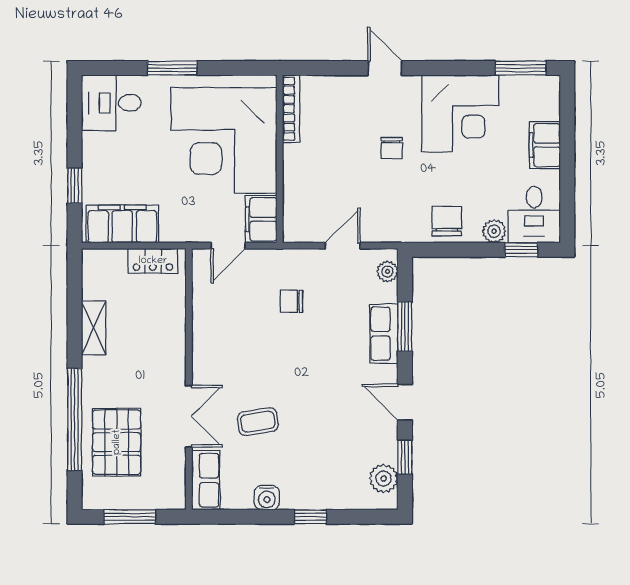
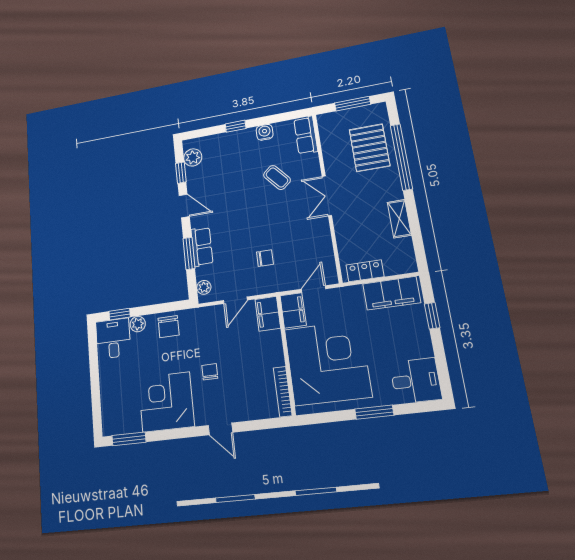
filing cabinet: (545, 145) -> (268, 314), moved, turned 180
double door: (189, 416) -> (327, 196), moved
coffee table: (258, 422) -> (277, 177), turned 59

